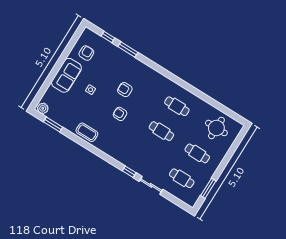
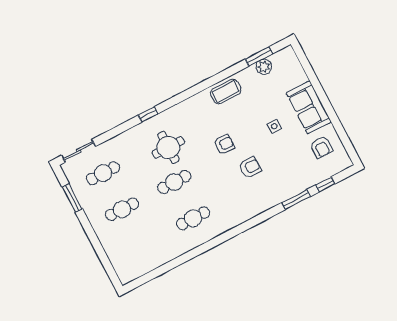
plant: (43, 108) -> (264, 67), moved
round table: (216, 128) -> (168, 147), moved
sliding door: (151, 185) -> (78, 151), moved

